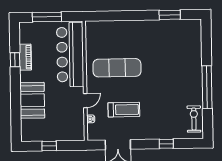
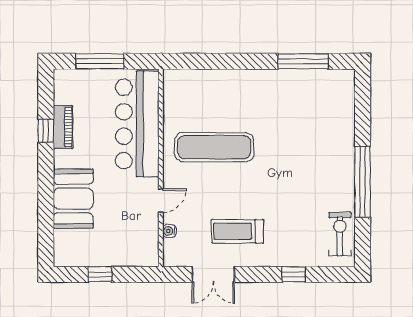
window: (170, 15) -> (303, 61), width x1.44
treadmill: (124, 110) -> (238, 231), moved, turned 180

